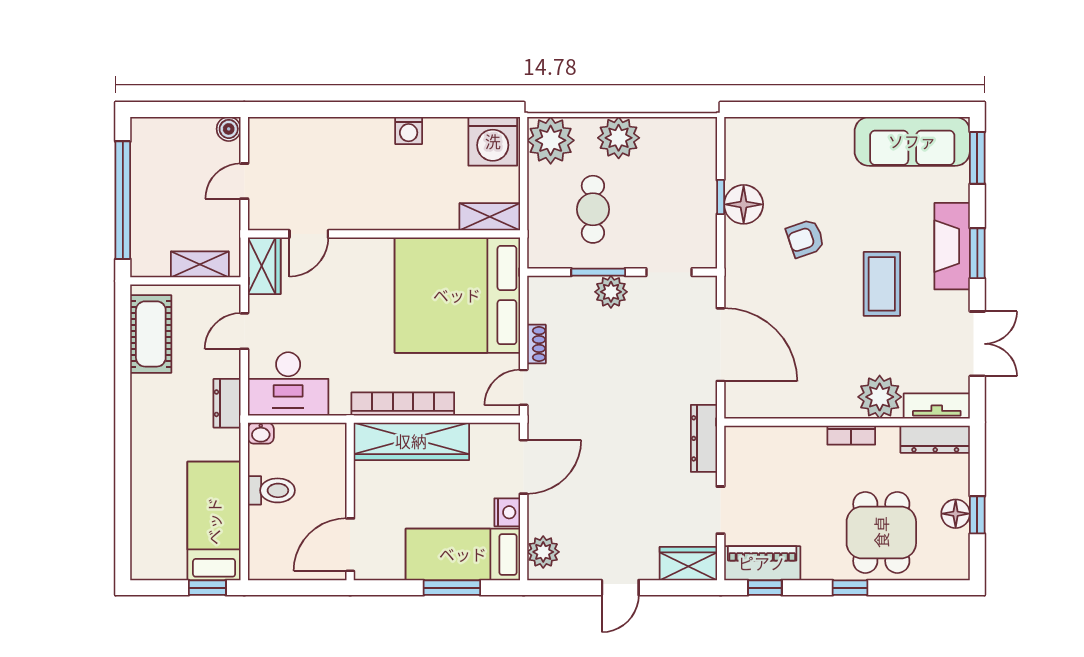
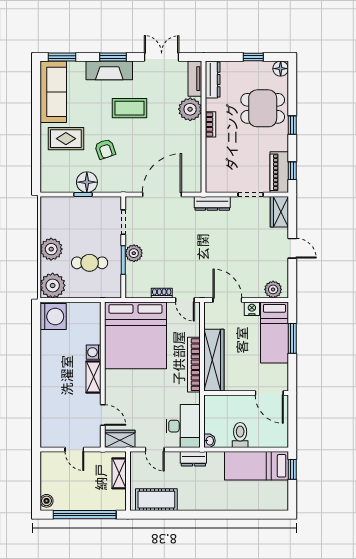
boiler: (229, 129) -> (47, 501), moved
washing machine: (409, 130) -> (94, 352), moved, turned 180
rug: (825, 165) -> (66, 139), added
shelving: (490, 217) -> (94, 377), moved
floor lamp: (956, 514) -> (281, 69), moved

